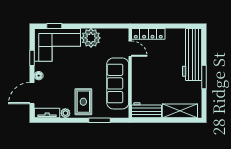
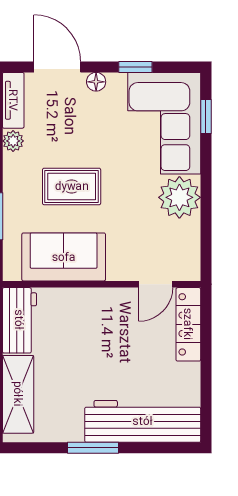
sofa: (118, 83) -> (64, 257), width x0.73
rug: (83, 102) -> (72, 186), moved

